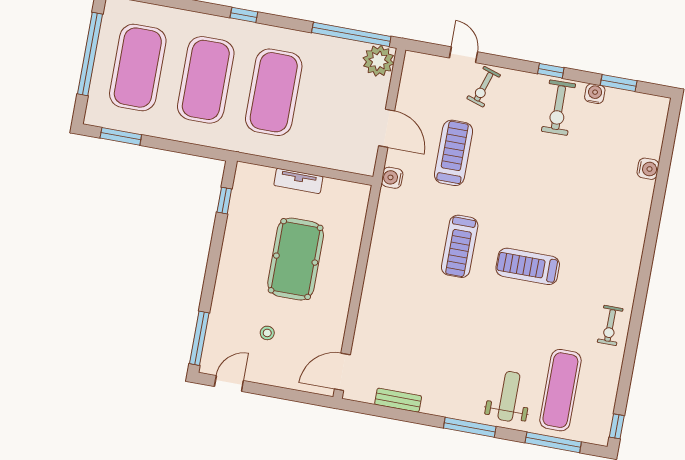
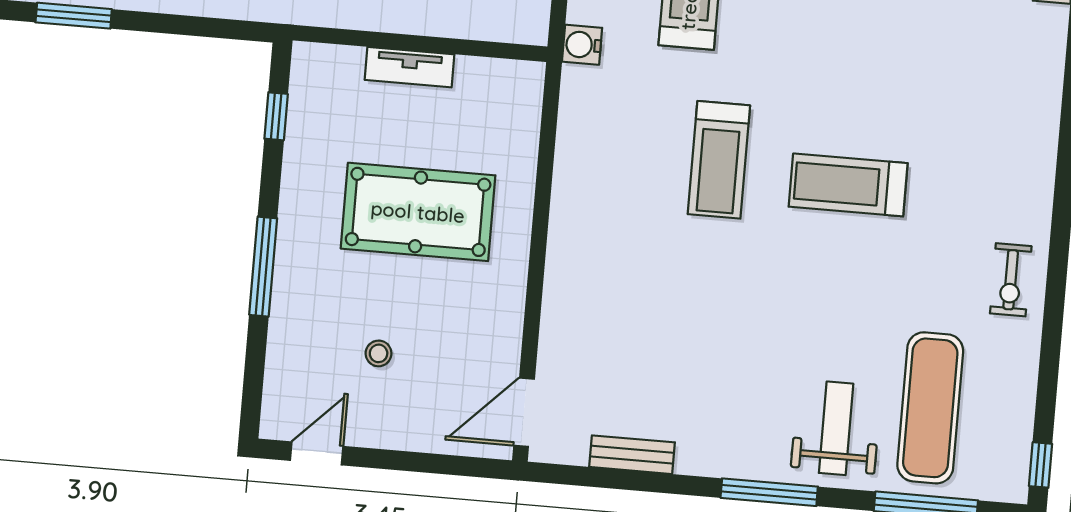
pool table: (296, 259) -> (418, 212), turned 90
window: (199, 338) -> (263, 267), moved

